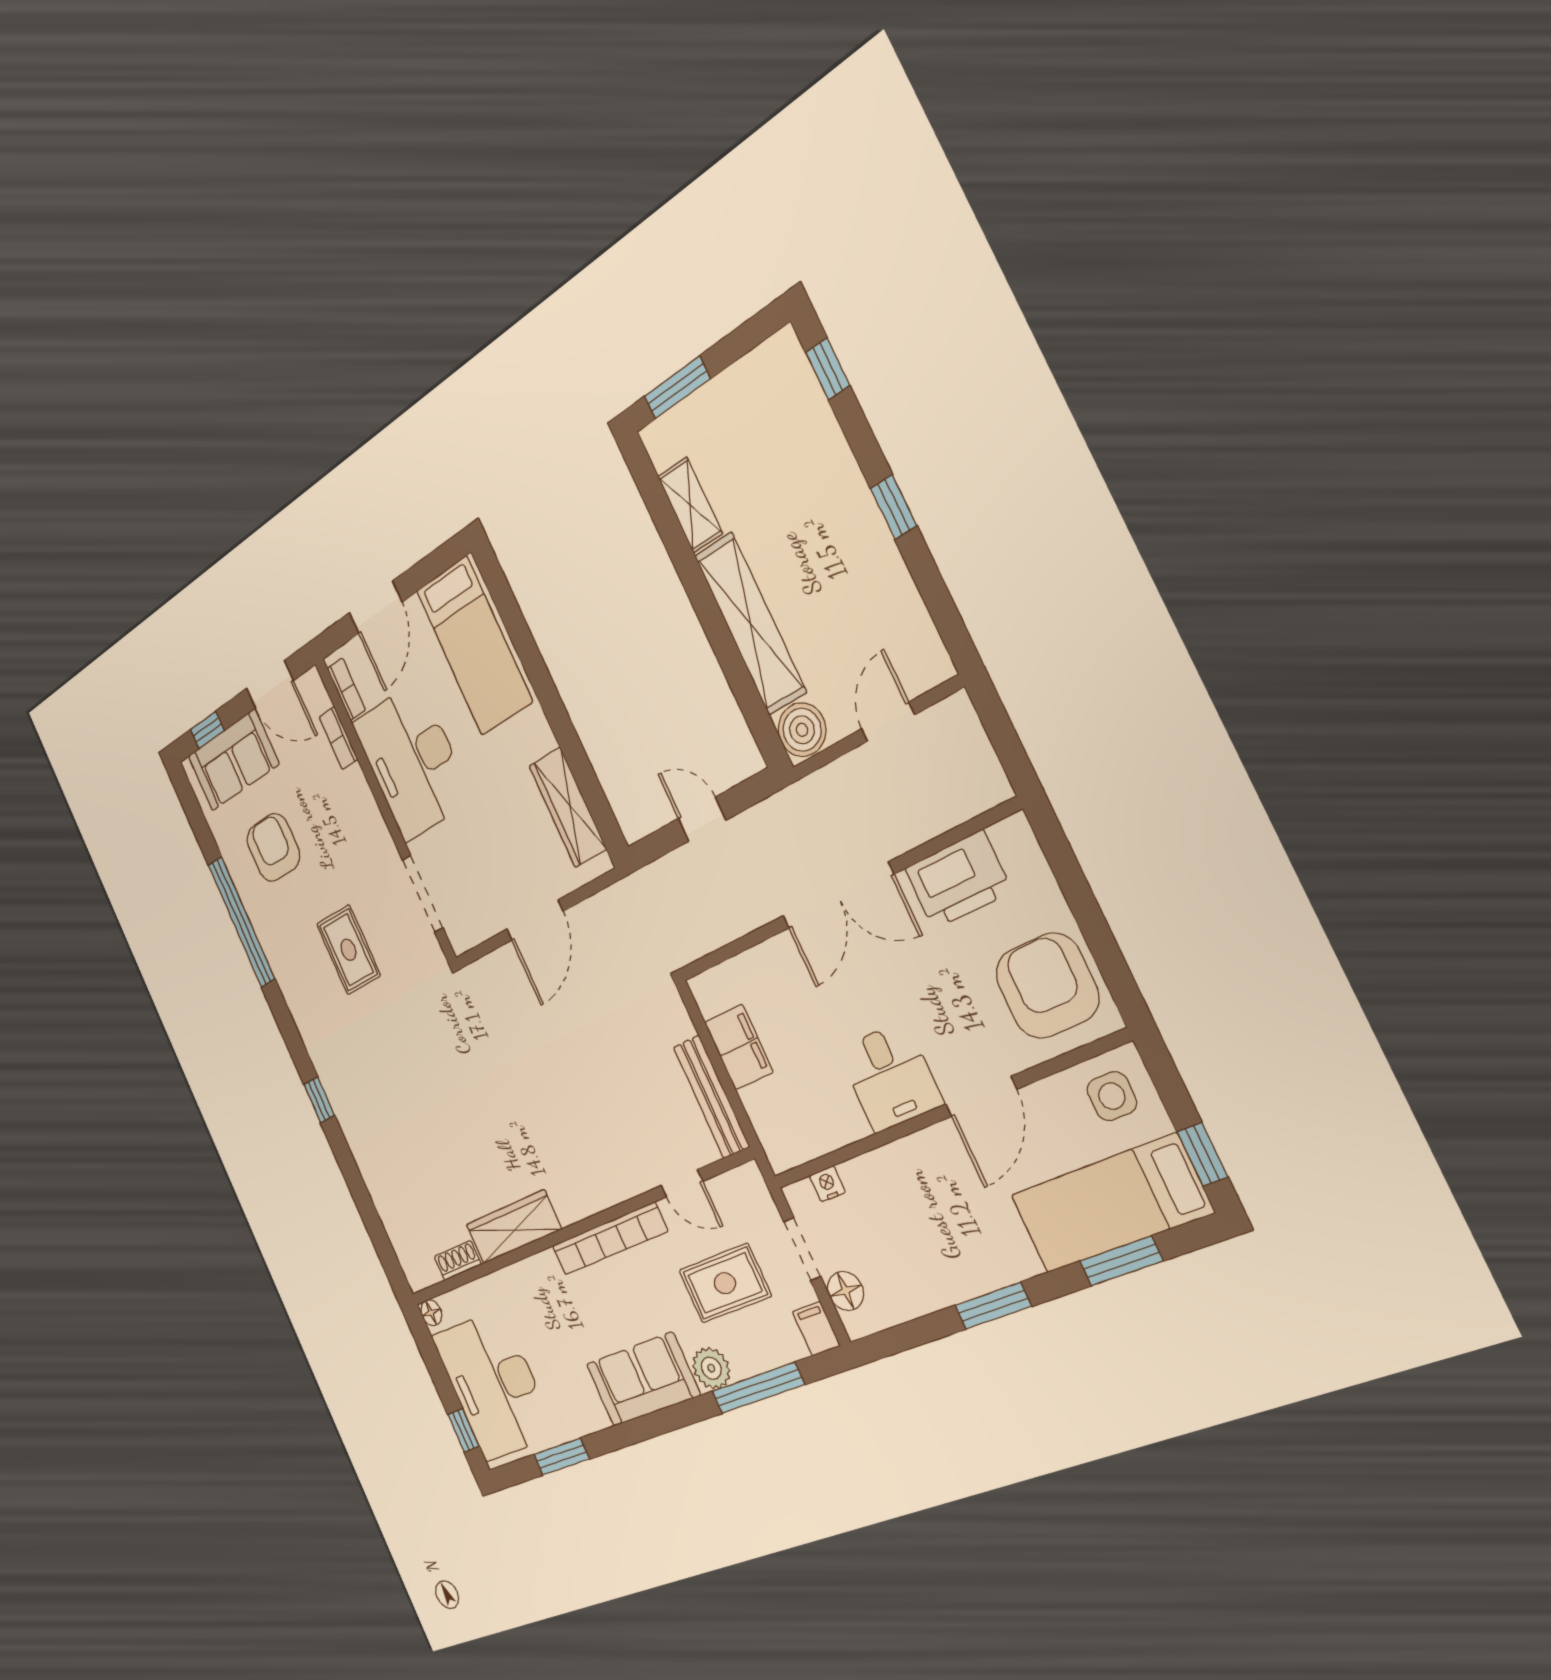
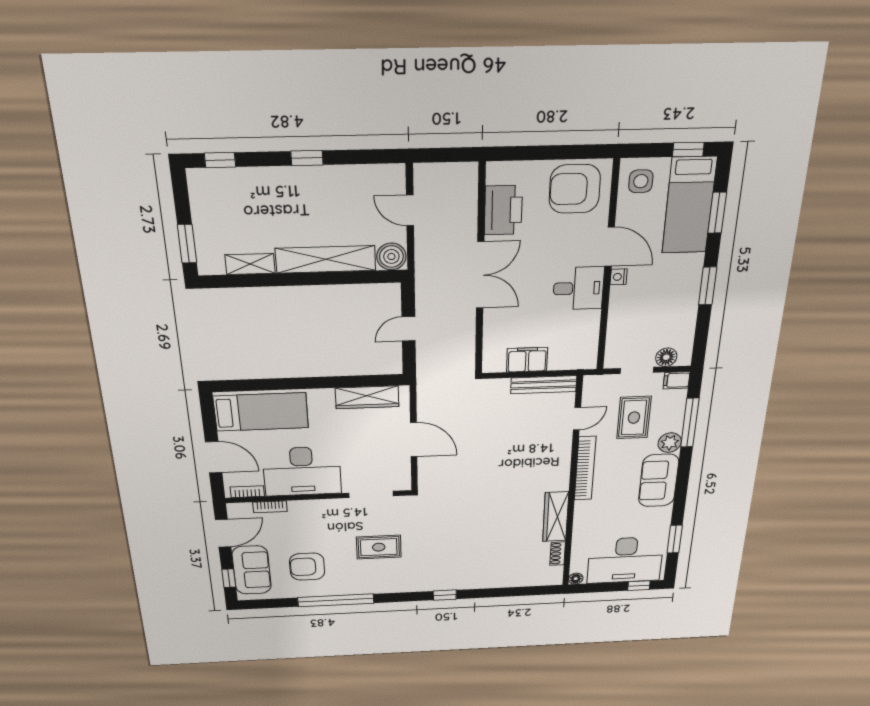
nightstand: (827, 1184) -> (619, 277), moved

